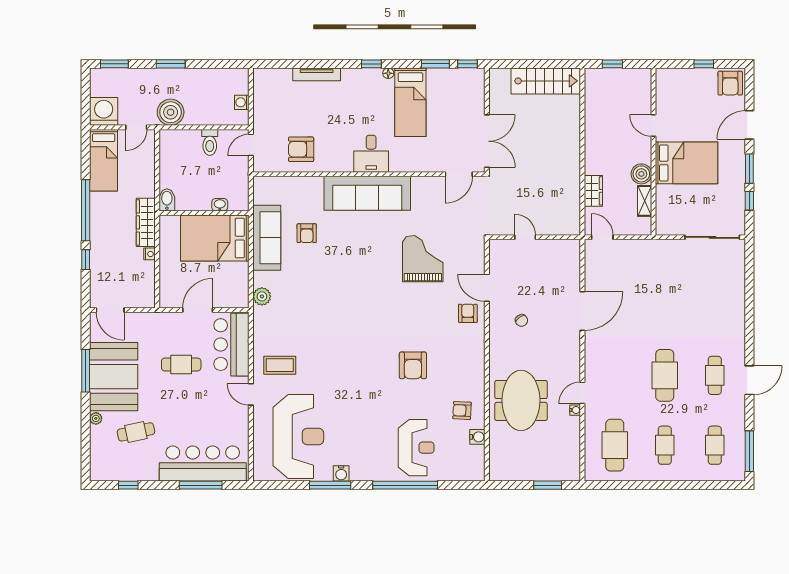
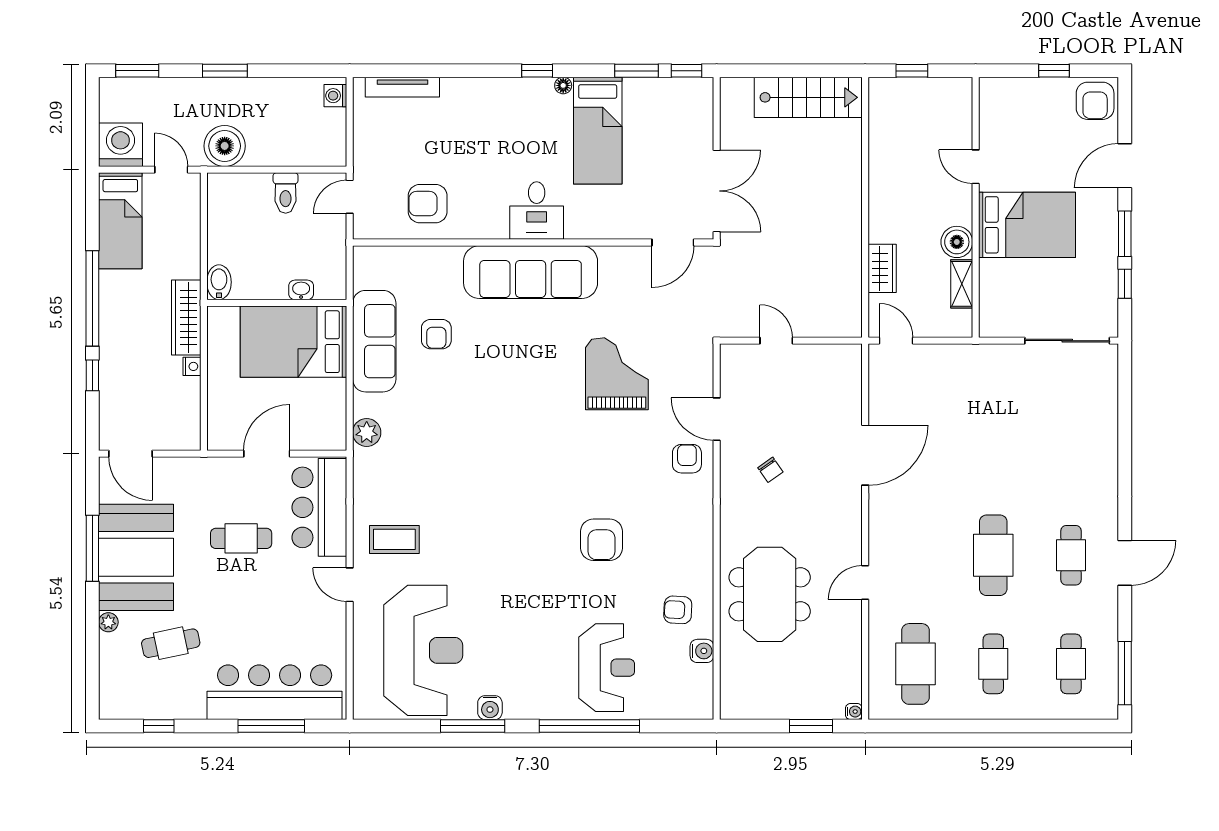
tv unit: (317, 74) -> (402, 87), moved
washing machine: (242, 102) -> (335, 96), moved
door: (136, 127) -> (171, 170), swing flipped
water cooler: (575, 410) -> (854, 712), moved

